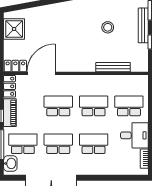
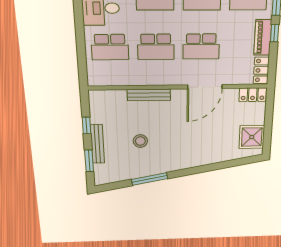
bench: (113, 67) -> (149, 95), moved
door: (41, 73) -> (205, 87), moved

